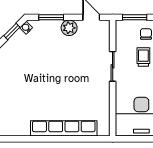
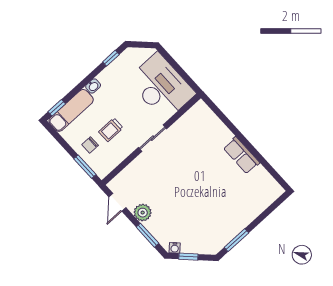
sliding door: (113, 66) -> (152, 138), moved
row of seats: (64, 128) -> (241, 155), width x0.50

